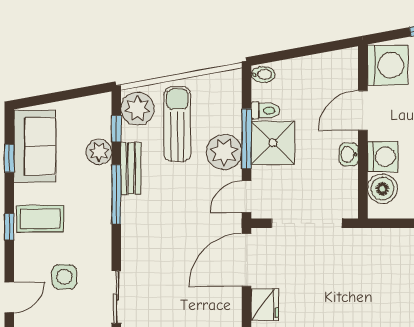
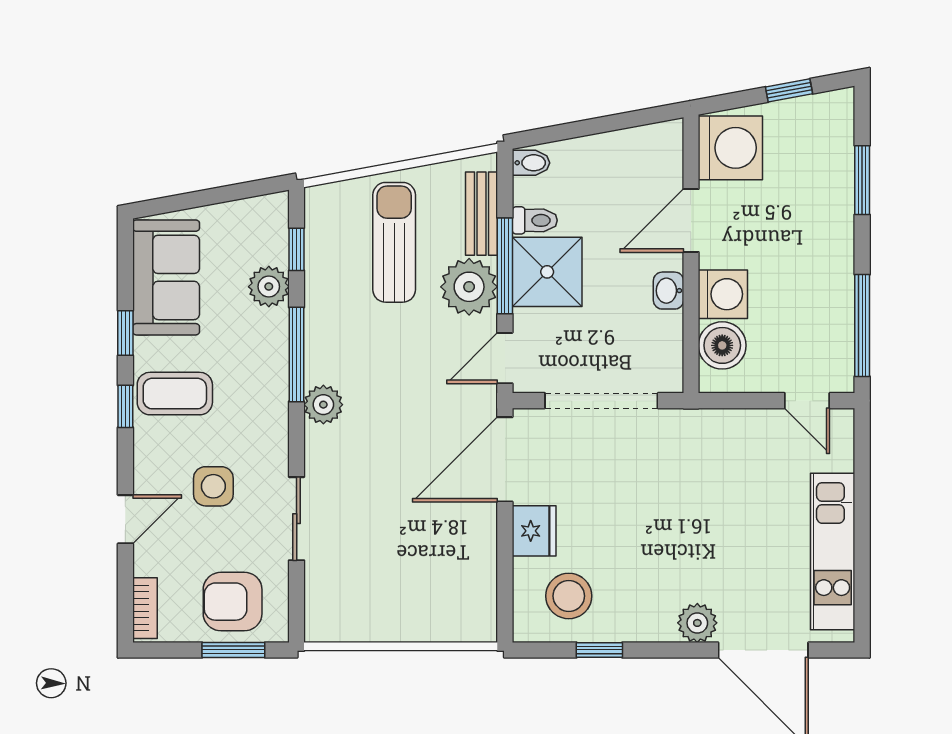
plant: (137, 109) -> (323, 405), moved, width x0.73, depth x0.73
window: (9, 158) -> (125, 333), moved
bench: (131, 168) -> (482, 214), moved

